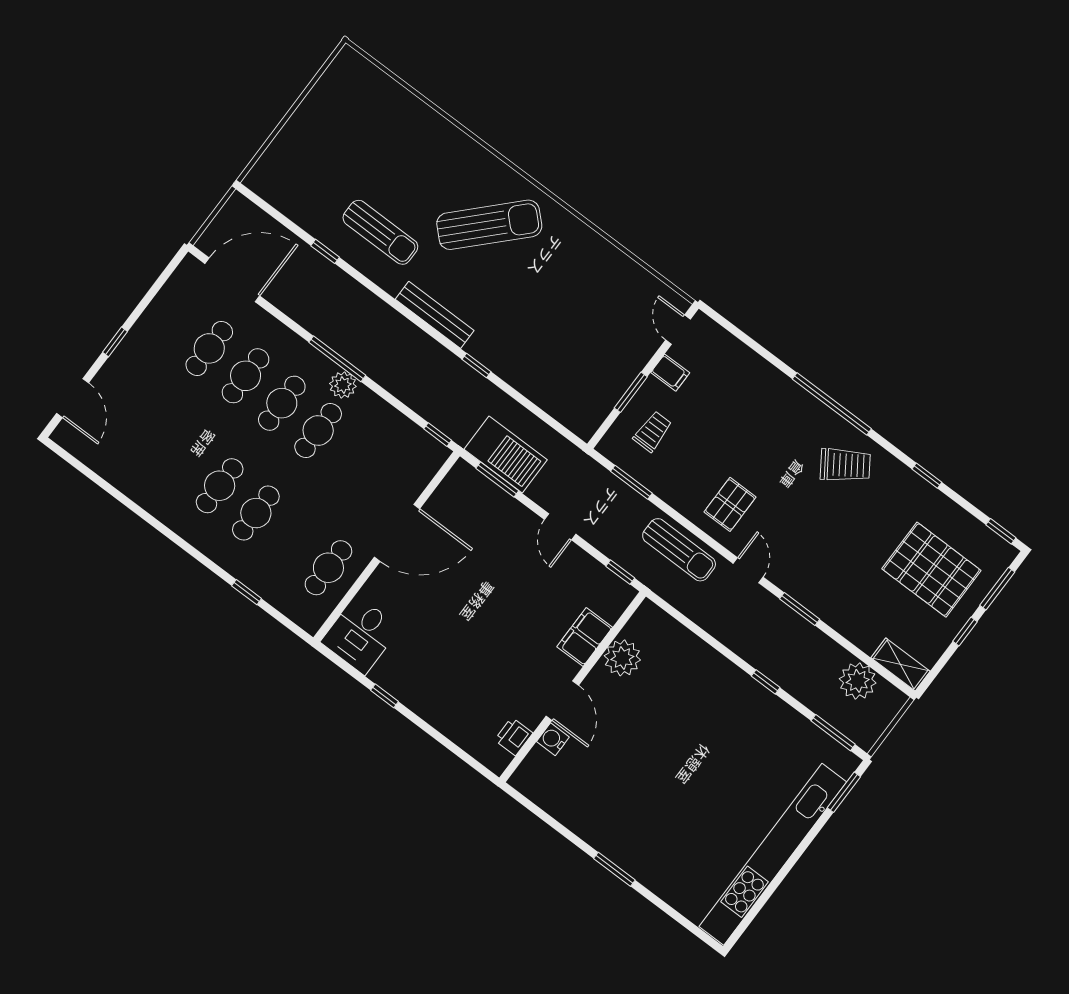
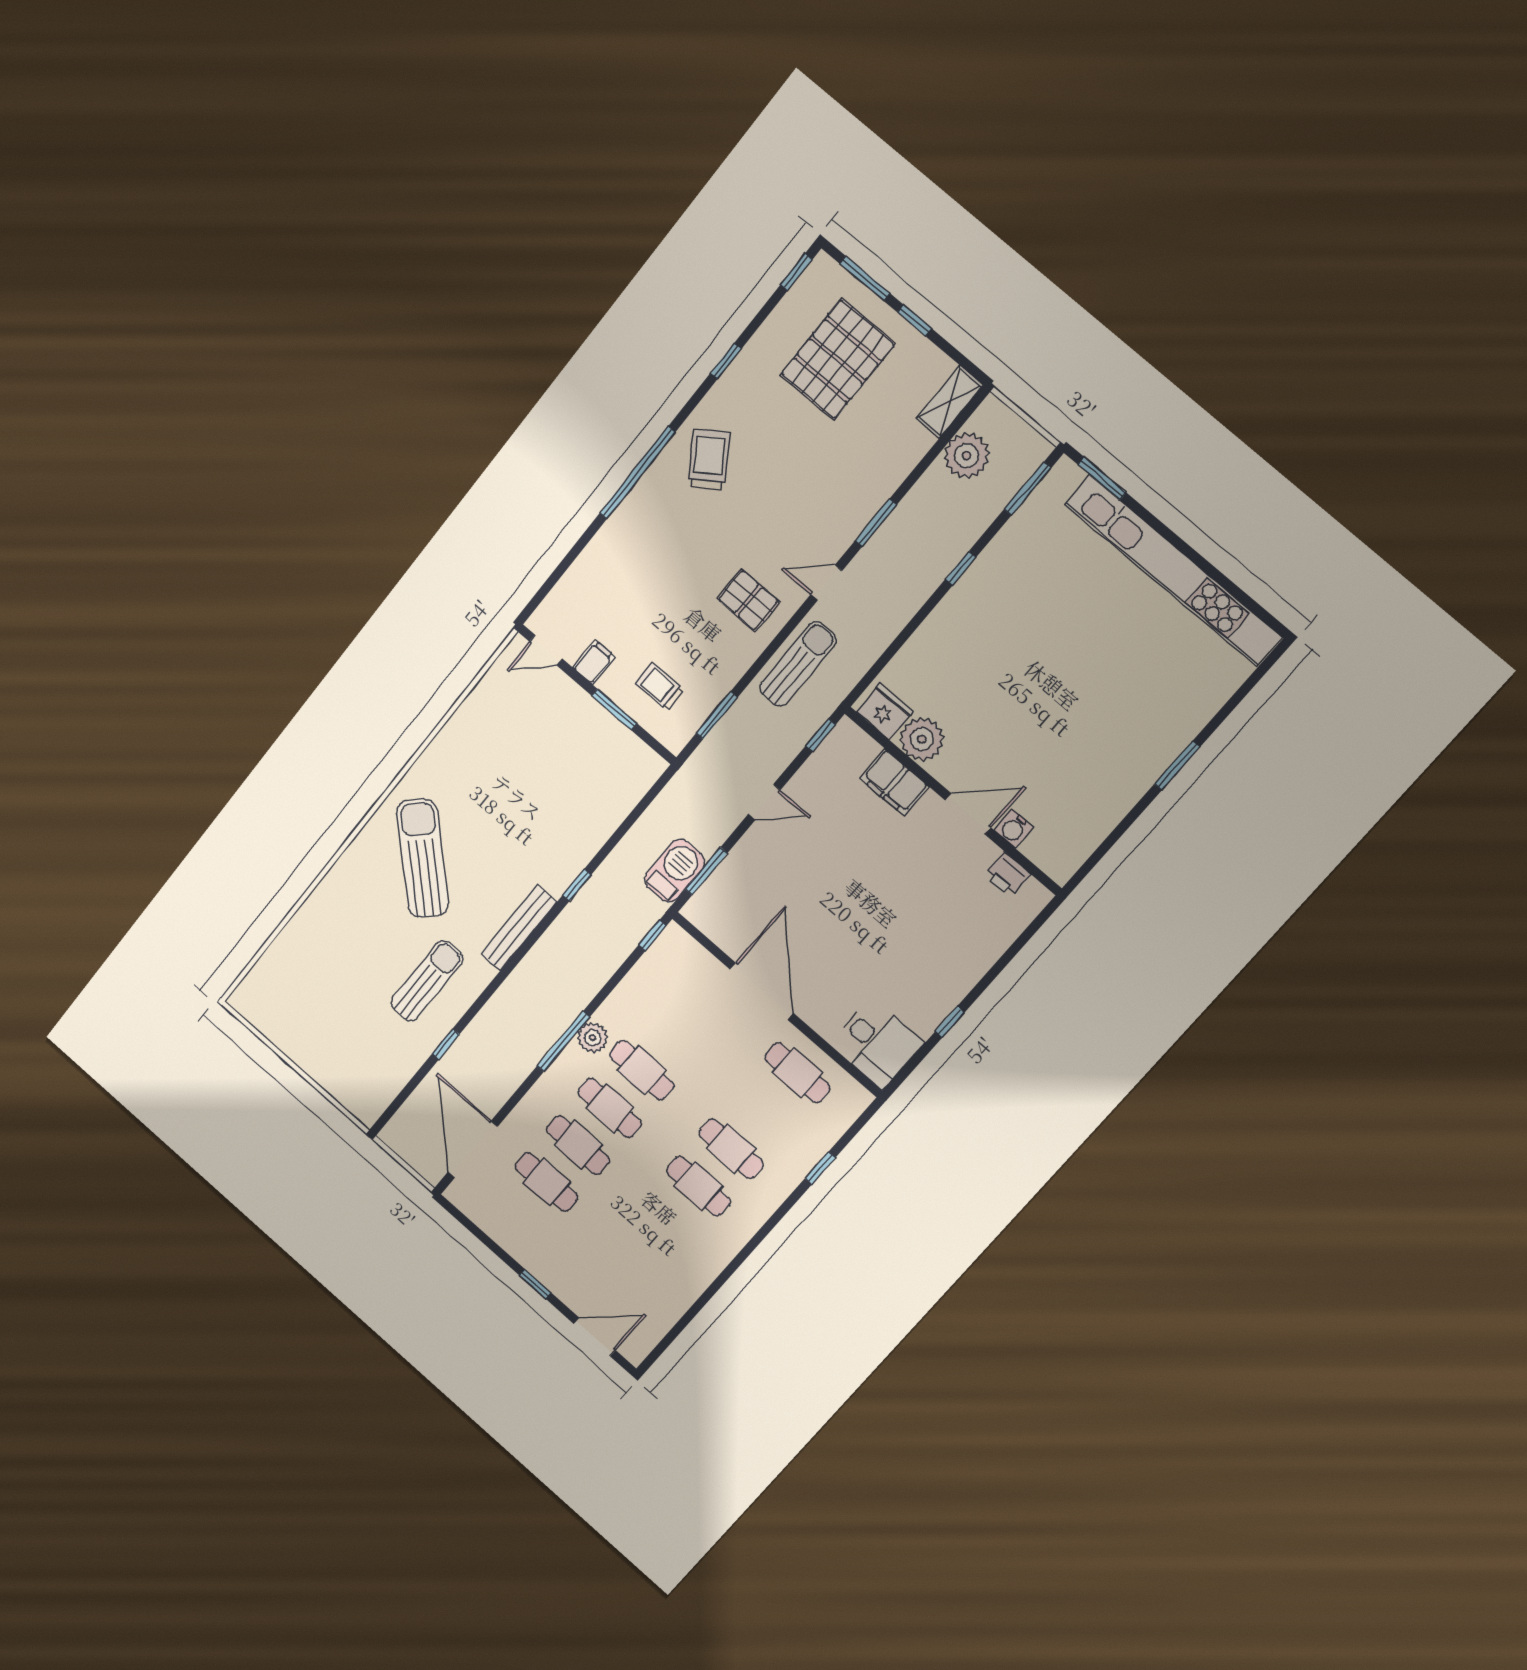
barbecue: (506, 455) -> (675, 871), width x0.73, depth x0.83
fridge: (644, 625) -> (885, 712), added

